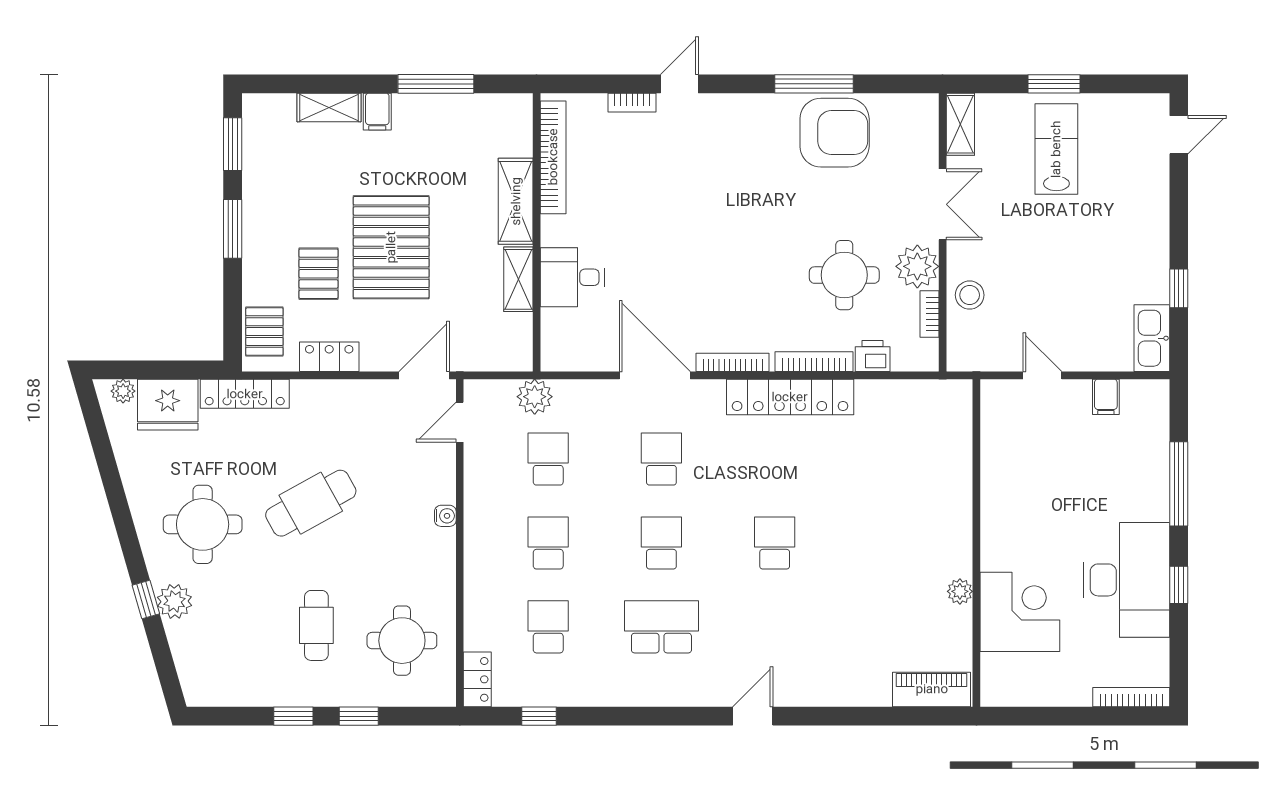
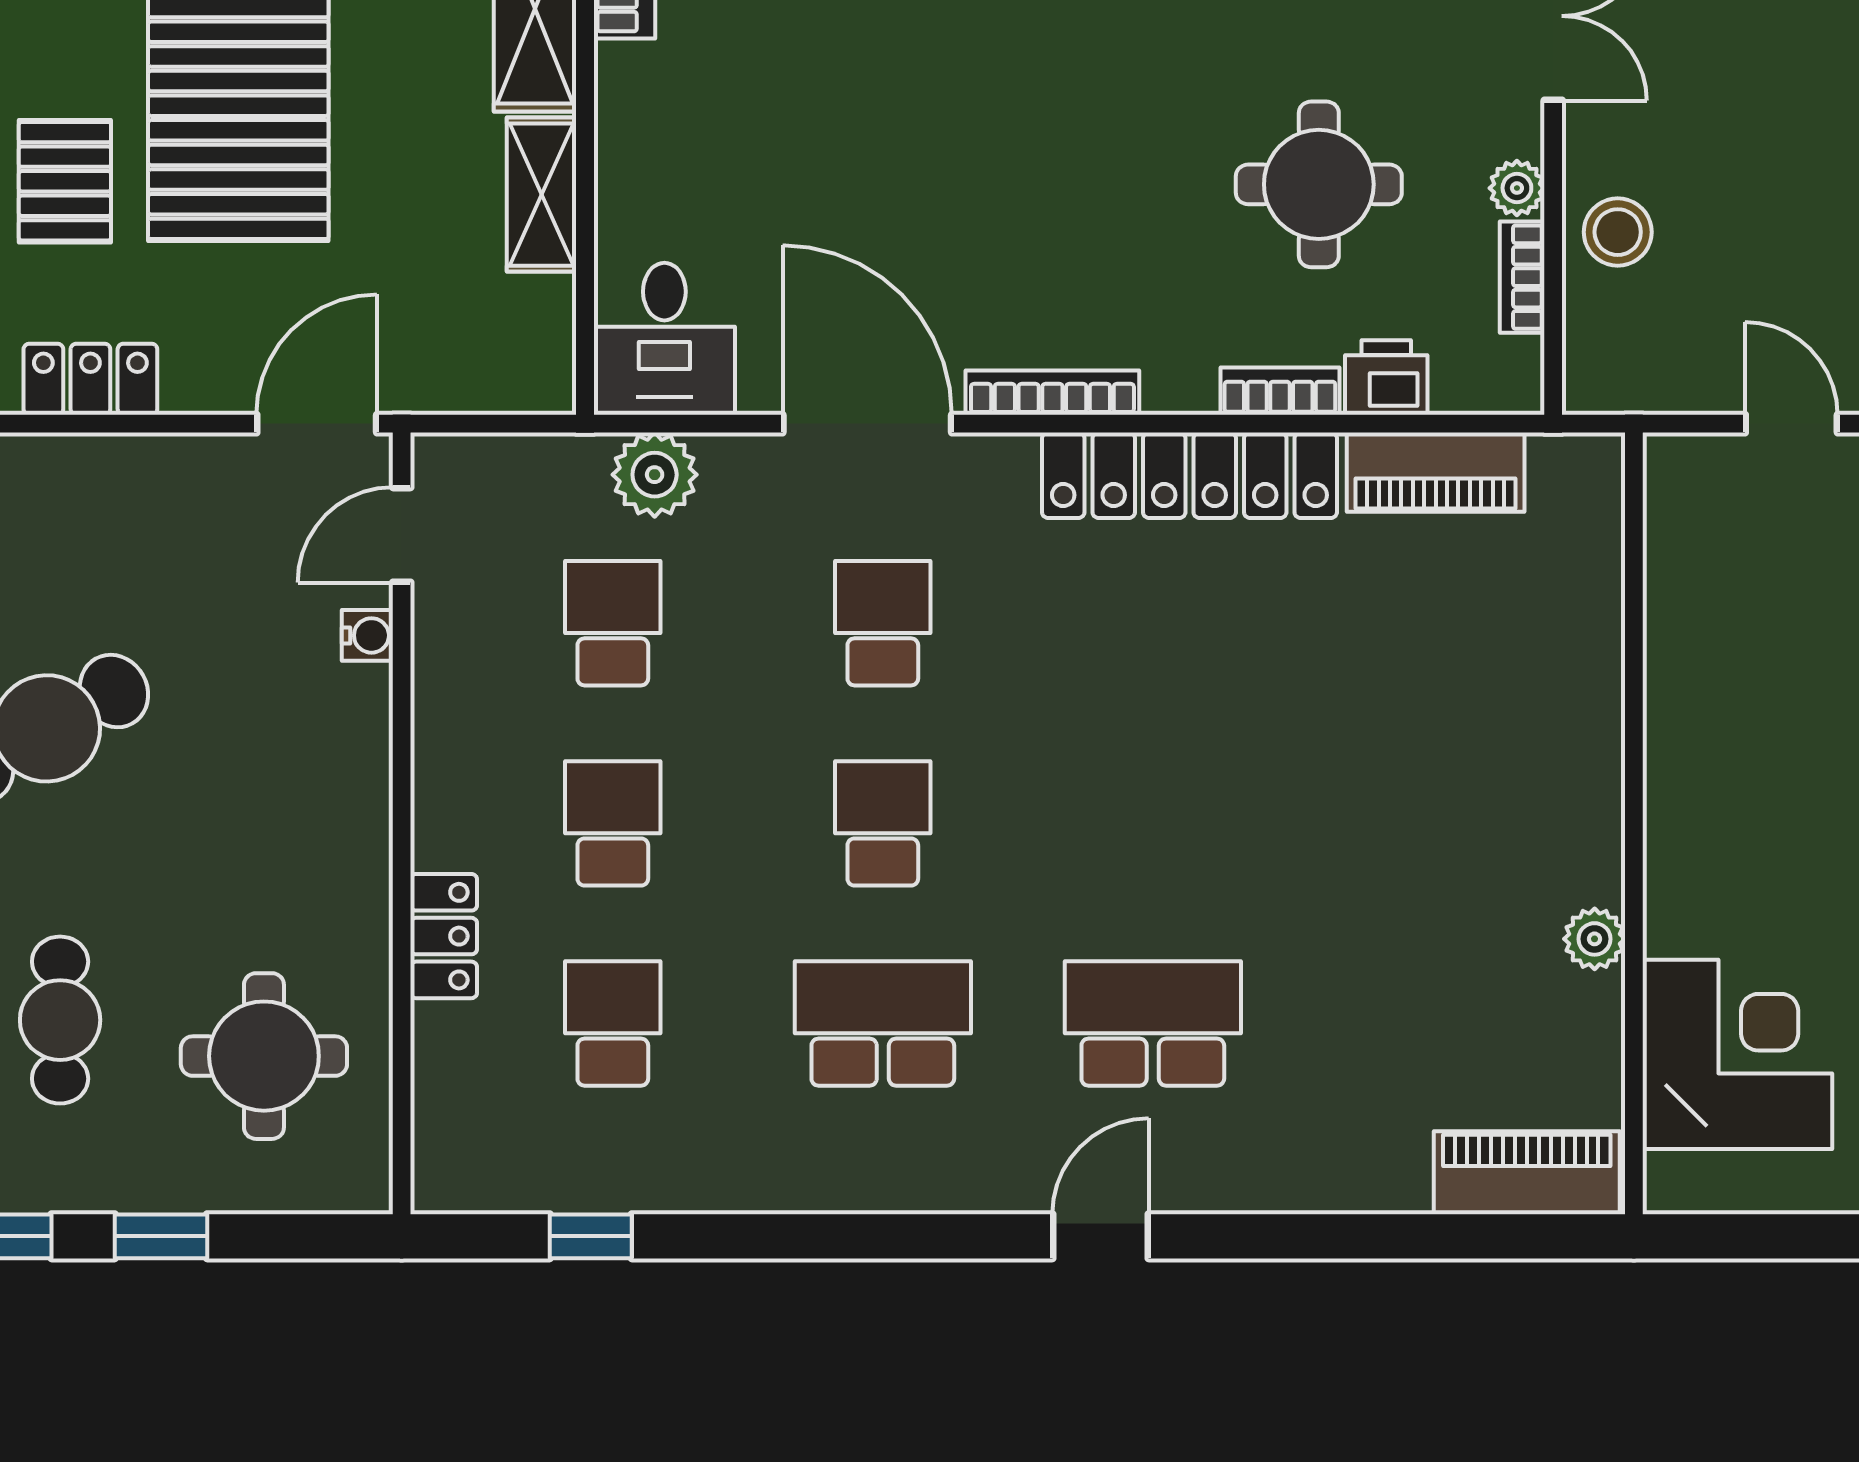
plant: (917, 266) -> (1517, 188), width x0.53, depth x0.53
desk: (572, 277) -> (664, 339), moved, turned -90
bookcase: (814, 362) -> (1280, 391), width x0.64
piano: (893, 396) -> (1436, 472), added
plant: (535, 397) -> (655, 475), moved
water cooler: (445, 516) -> (367, 635), moved
school desk: (775, 543) -> (1153, 1023), moved, width x1.85
corner desk: (1020, 612) -> (1737, 1054), moved
locker: (477, 679) -> (444, 936), moved

